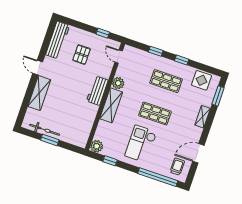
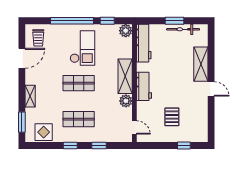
window: (103, 33) -> (184, 145), moved
workbench: (58, 40) -> (144, 43), moved, turned 180
window: (158, 177) -> (72, 21), moved

